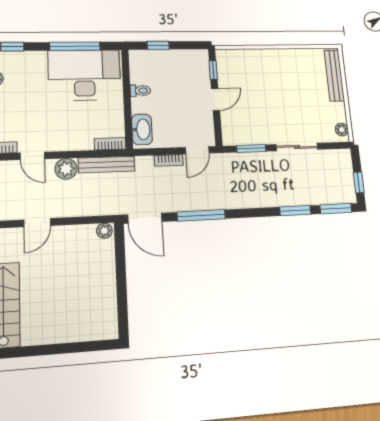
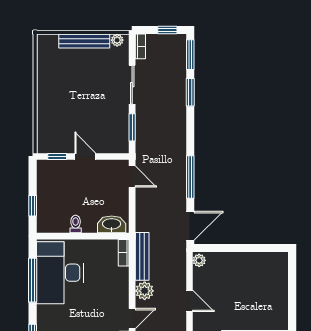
bench: (334, 75) -> (84, 41), moved
bookcase: (169, 160) -> (140, 46), moved
door: (37, 223) -> (189, 301), moved

